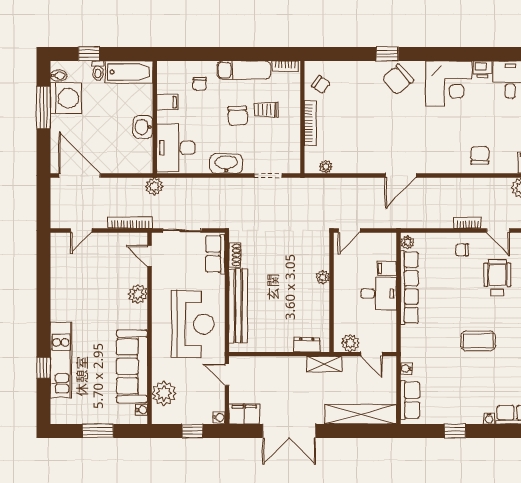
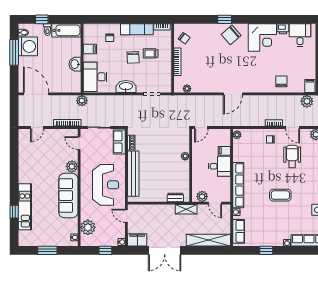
row of seats: (409, 287) -> (238, 185), moved
sofa: (132, 366) -> (68, 196), moved

